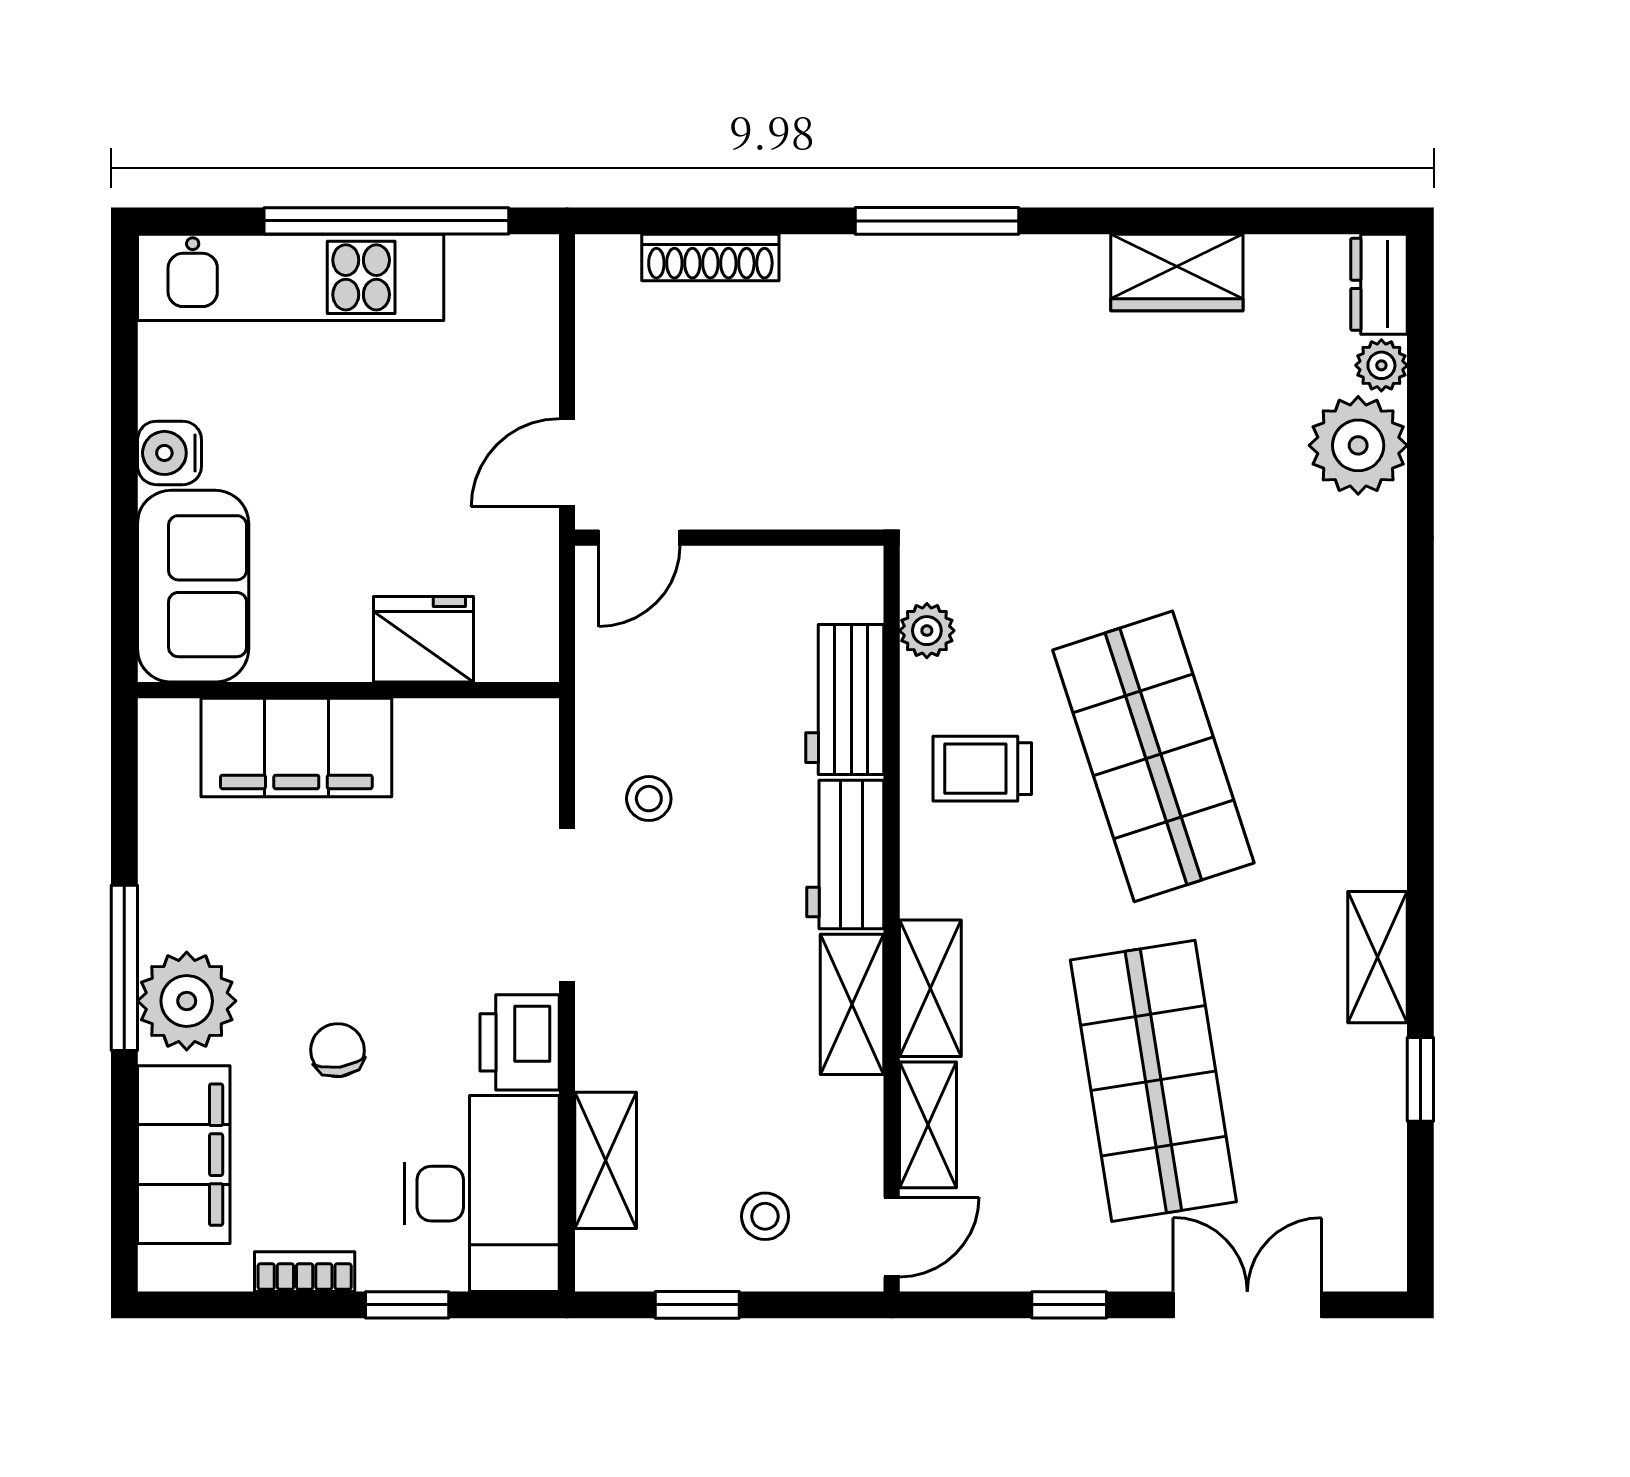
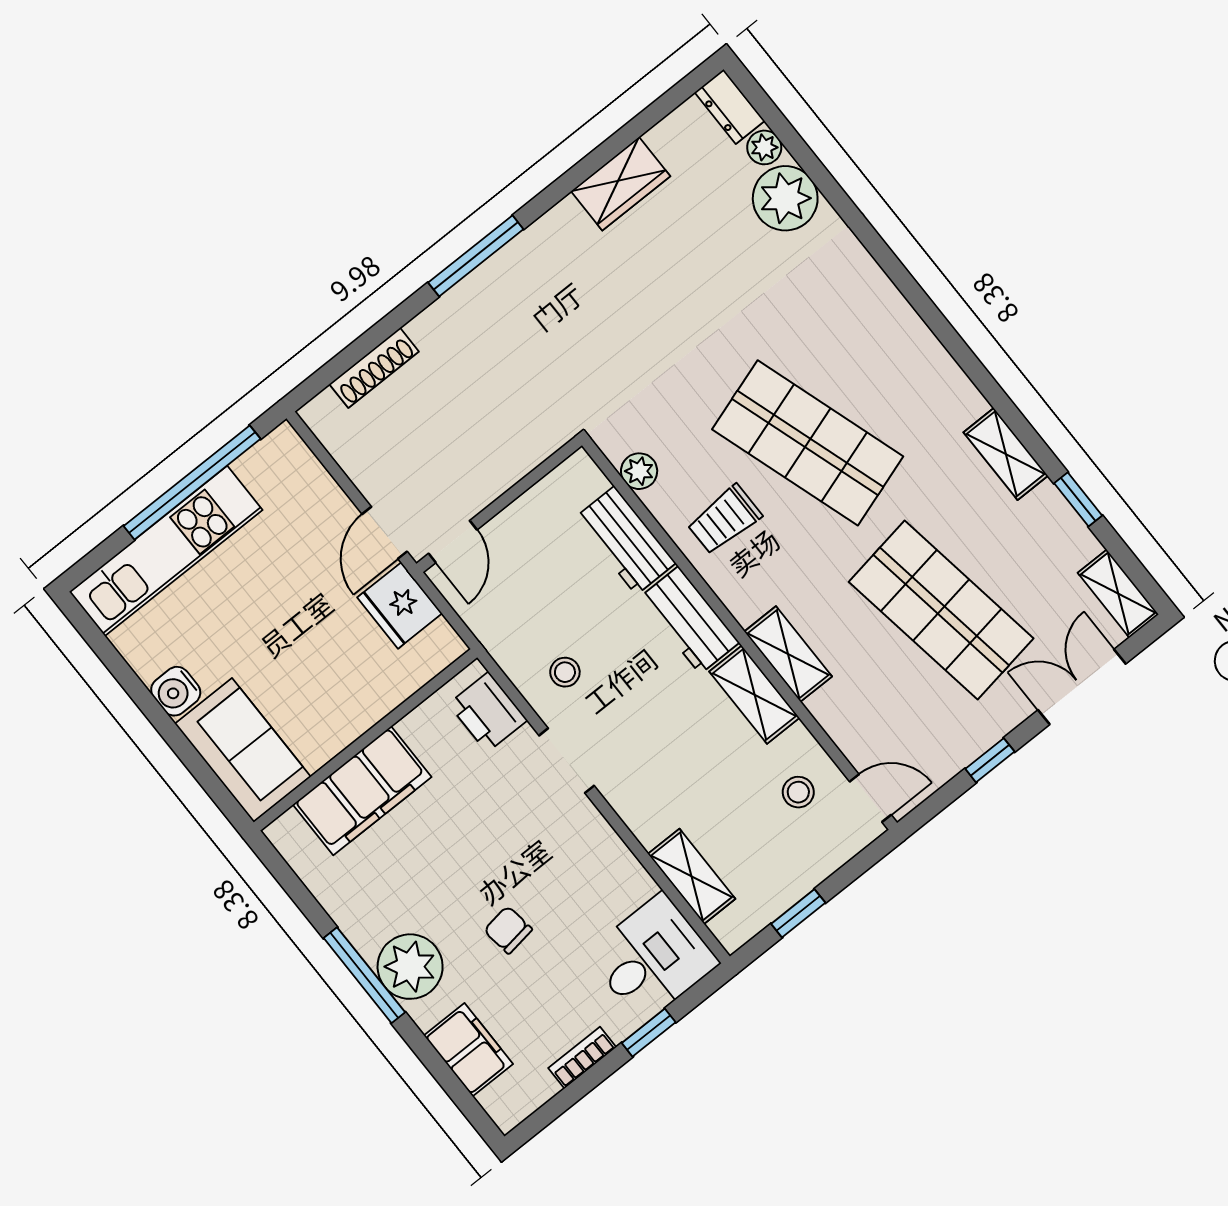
fridge: (423, 639) -> (400, 605), moved, turned -90
doorway: (567, 905) -> (567, 761), width x0.73
printer: (520, 1042) -> (488, 712), moved
shelving: (928, 1125) -> (1118, 594), moved
filing cabinet: (184, 1155) -> (468, 1050), width x0.67, depth x0.86
desk: (482, 1194) -> (652, 958), width x0.73
stool: (765, 1216) -> (798, 792), moved
door: (892, 1237) -> (870, 798), hinge flipped

